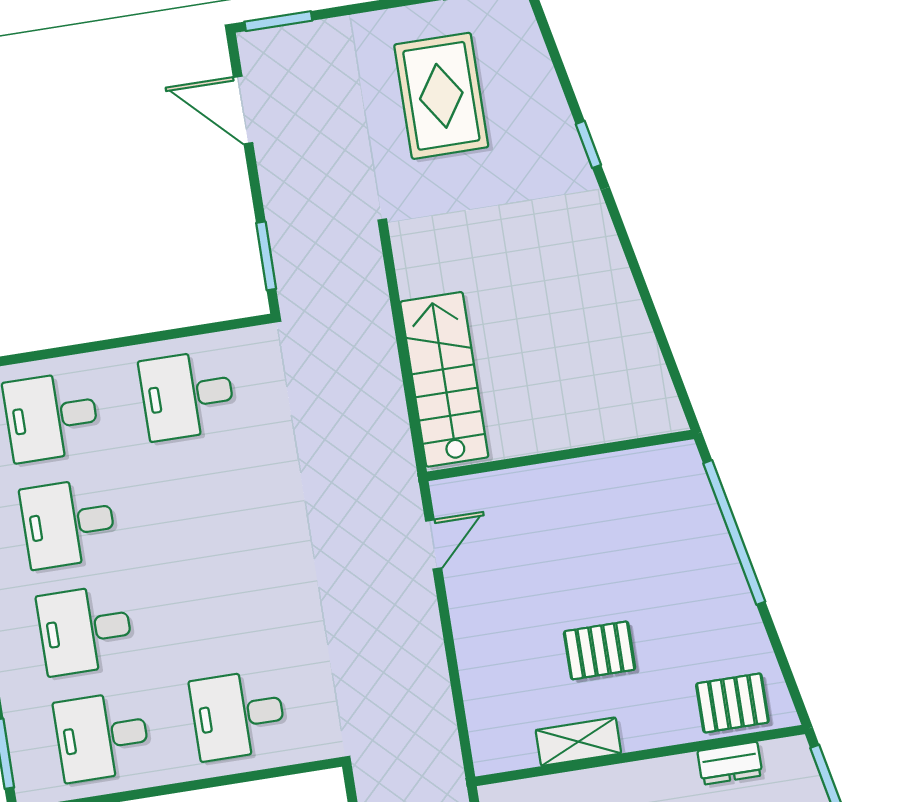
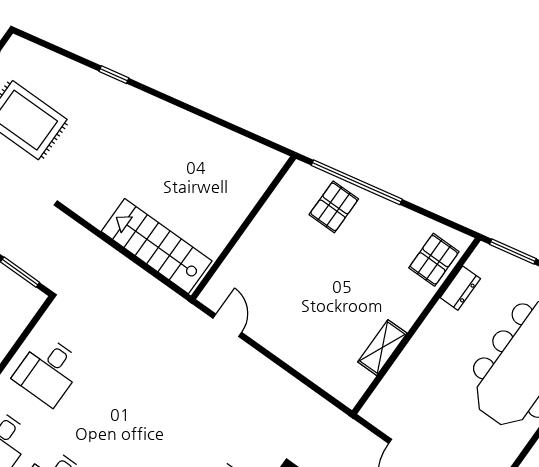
pallet: (600, 650) -> (334, 207), moved

